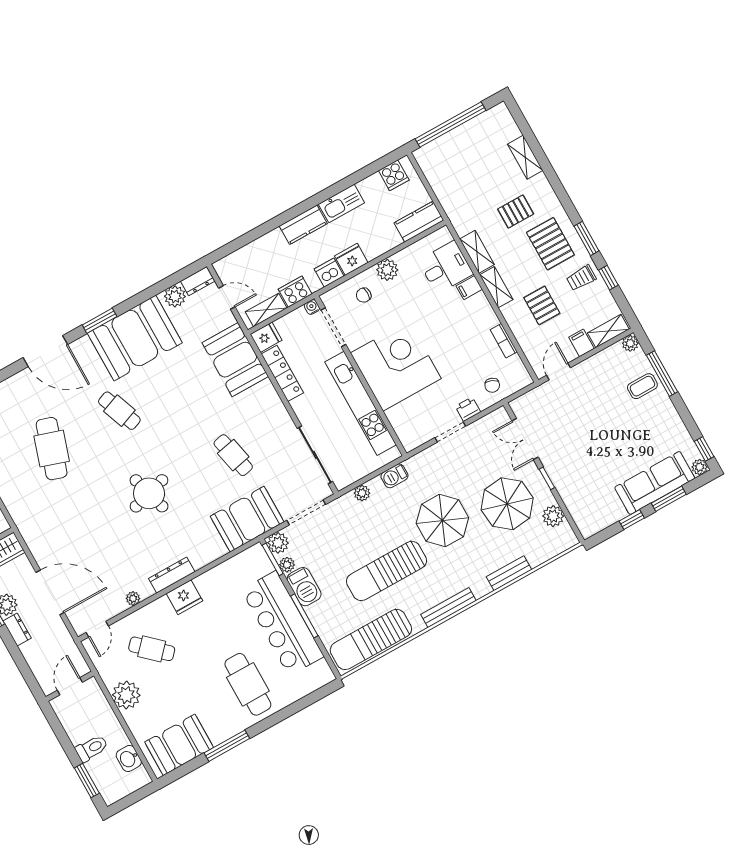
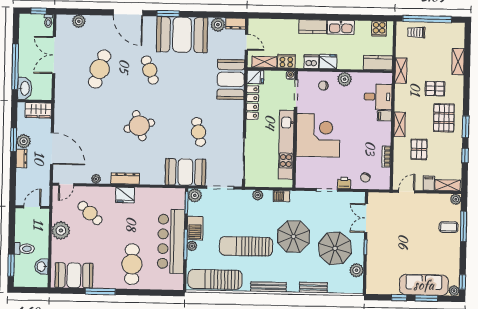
shelving: (477, 252) -> (401, 70), moved
trolley: (581, 278) -> (416, 32), moved
plant: (287, 565) -> (192, 246), moved

